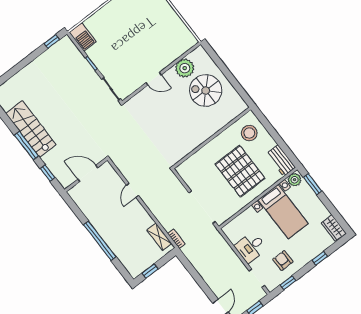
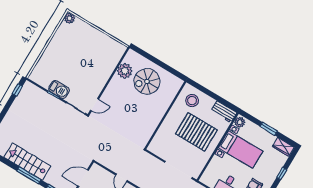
barbecue: (83, 37) -> (59, 89), moved
door: (154, 79) -> (94, 105), moved
window: (313, 184) -> (269, 129), moved

